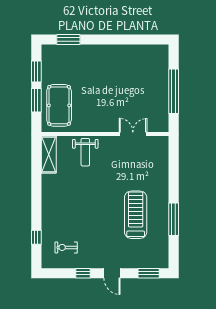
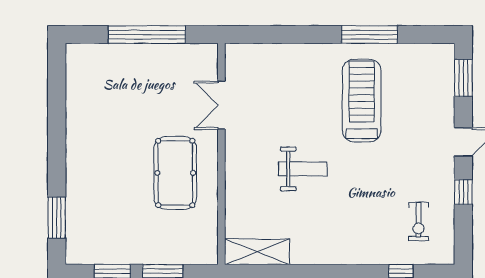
pool table: (59, 105) -> (175, 173), moved, turned 90
weight bench: (85, 152) -> (303, 169), moved
treadmill: (136, 215) -> (362, 101), turned 90

